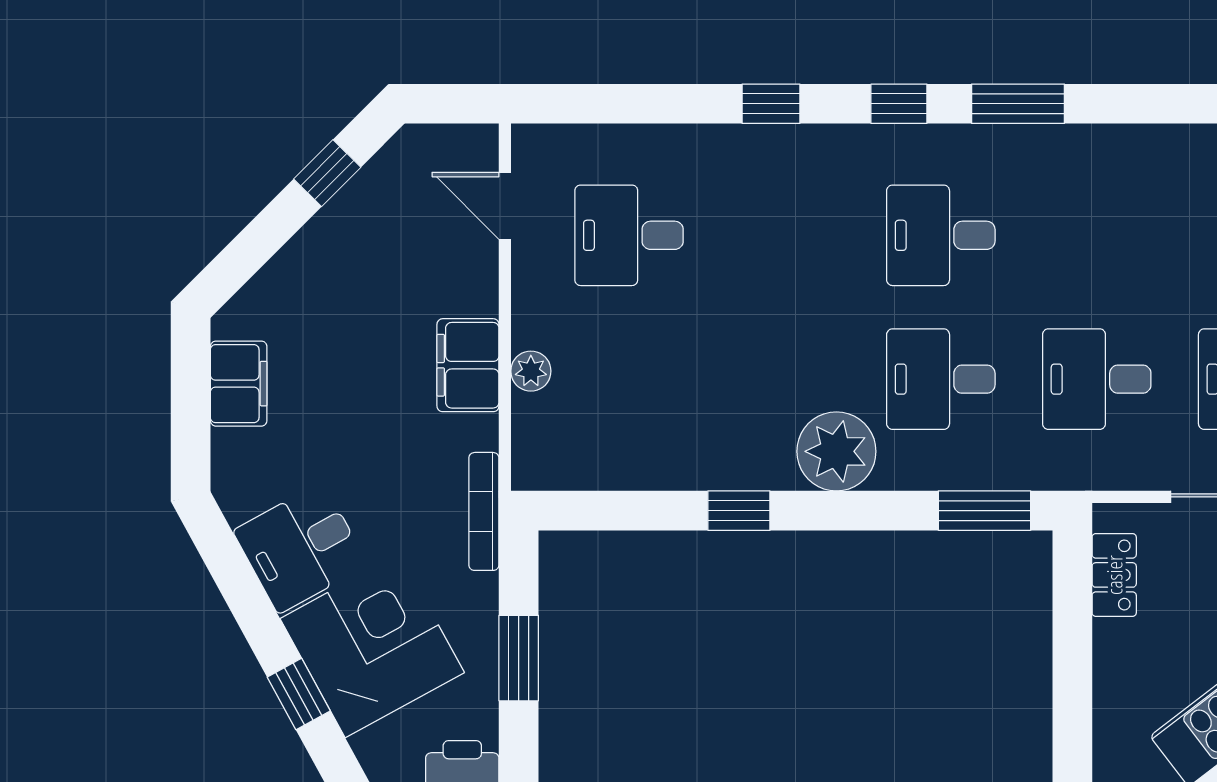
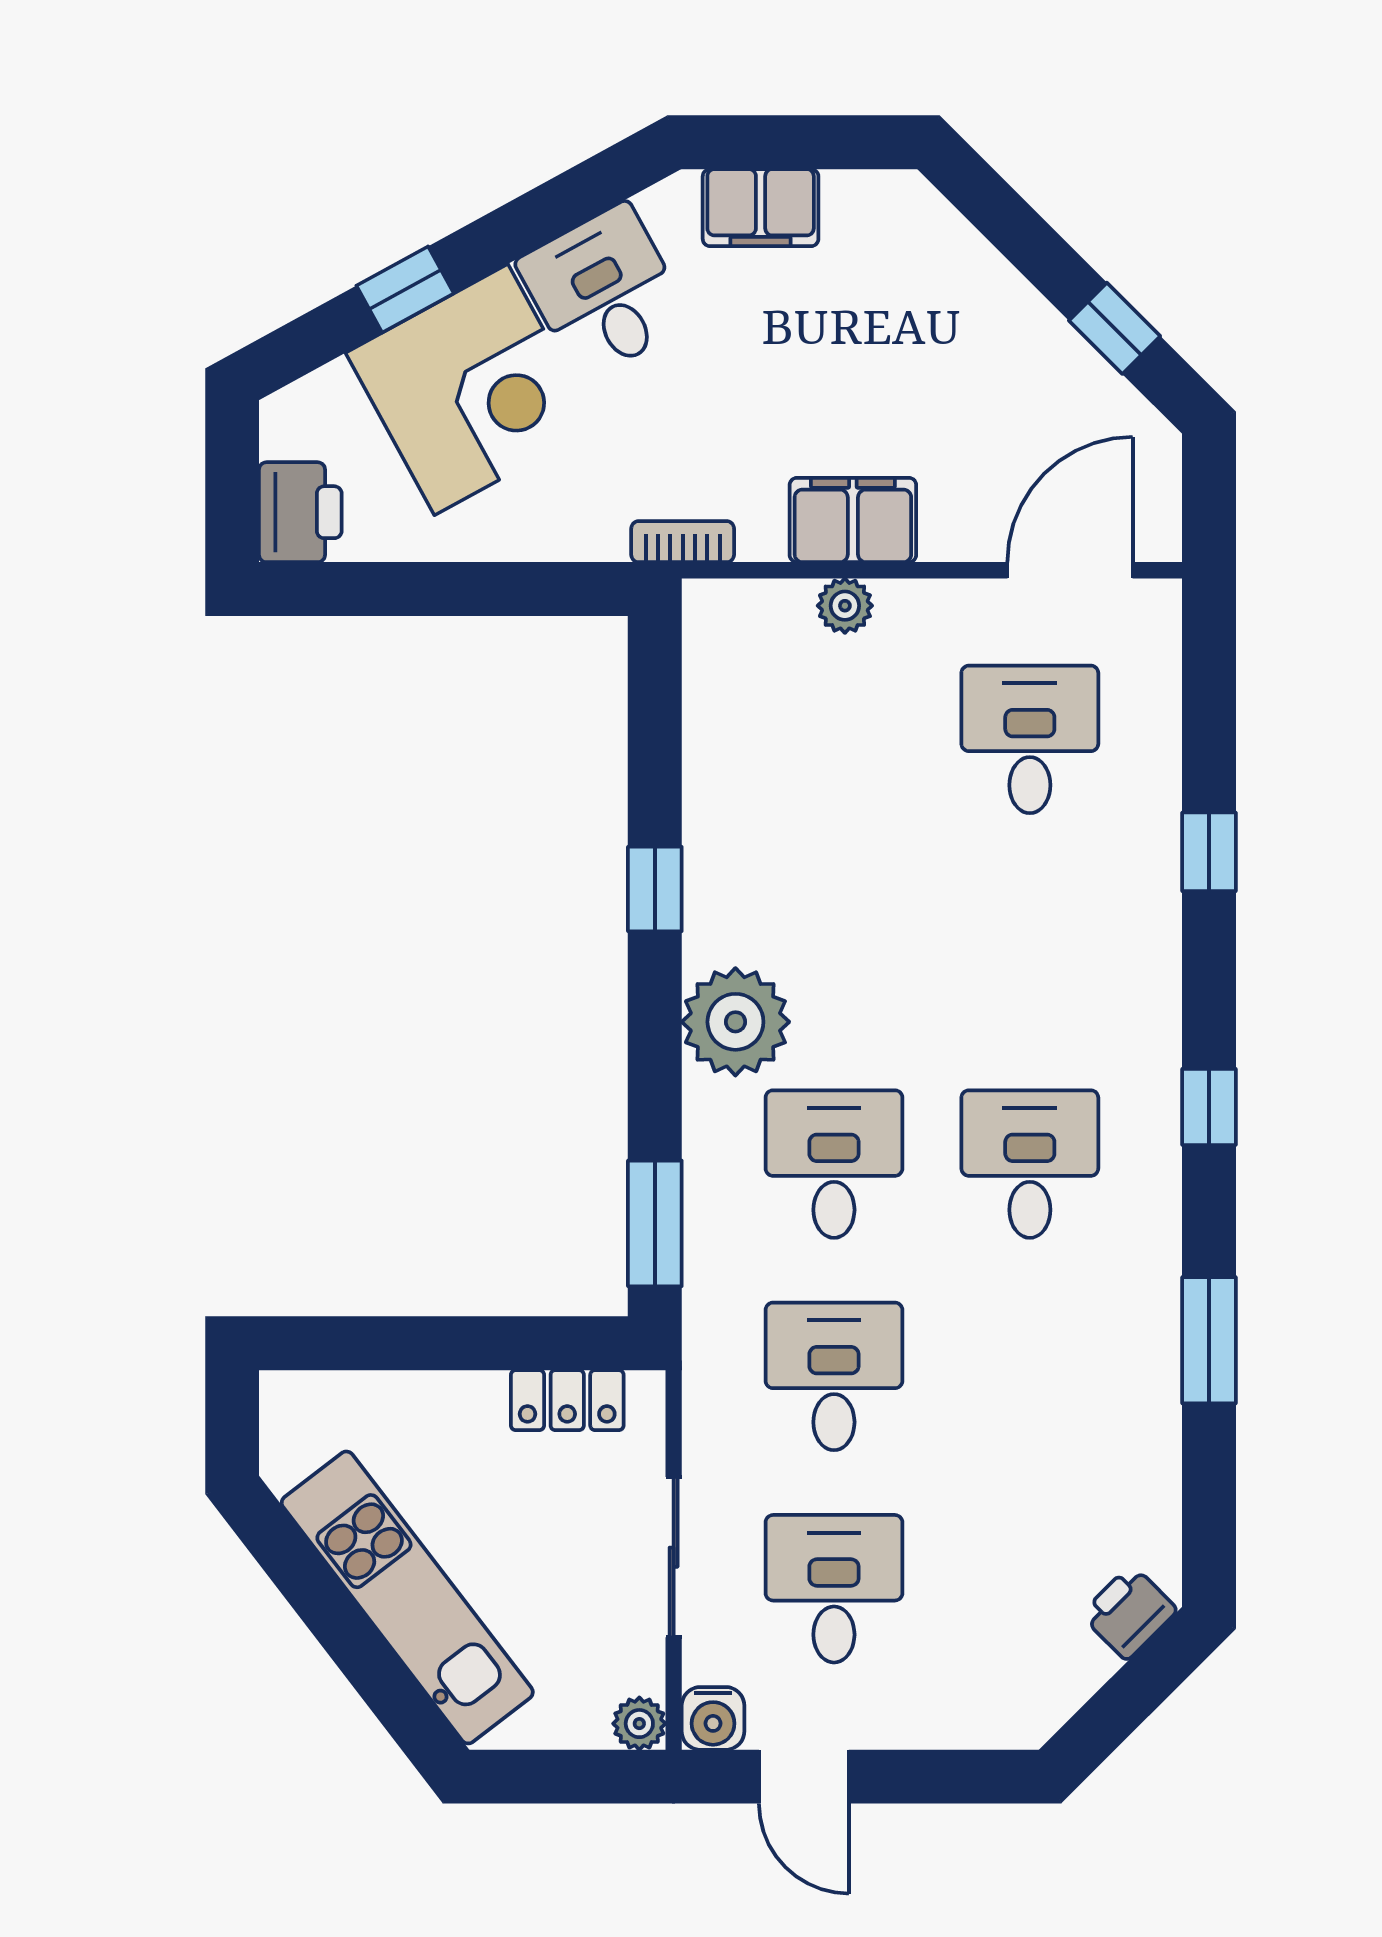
window: (771, 104) -> (1209, 852), moved
window: (1018, 104) -> (1209, 1340), moved
door: (505, 206) -> (1070, 570), width x1.38
filing cabinet: (239, 384) -> (761, 208), moved
bookcase: (484, 511) -> (683, 542), width x0.64
window: (519, 658) -> (454, 589), removed

